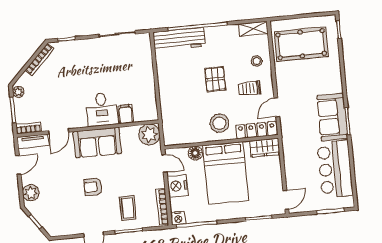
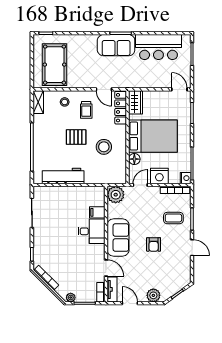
workbench: (179, 39) -> (63, 176), moved, turned -90
stool: (219, 123) -> (104, 147), moved

